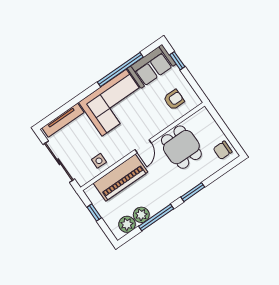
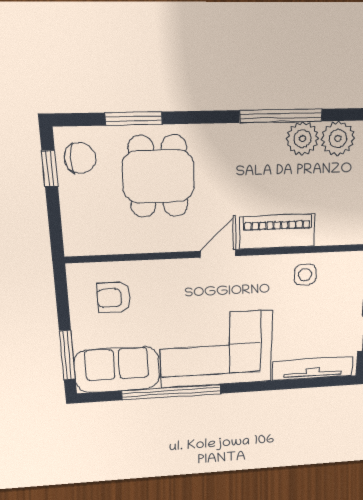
window: (177, 61) -> (67, 355), width x1.50
window: (231, 139) -> (50, 169), added
dining table: (181, 147) -> (158, 176), moved
piano: (120, 178) -> (277, 232), width x0.73, depth x0.75
window: (193, 192) -> (134, 119), moved

